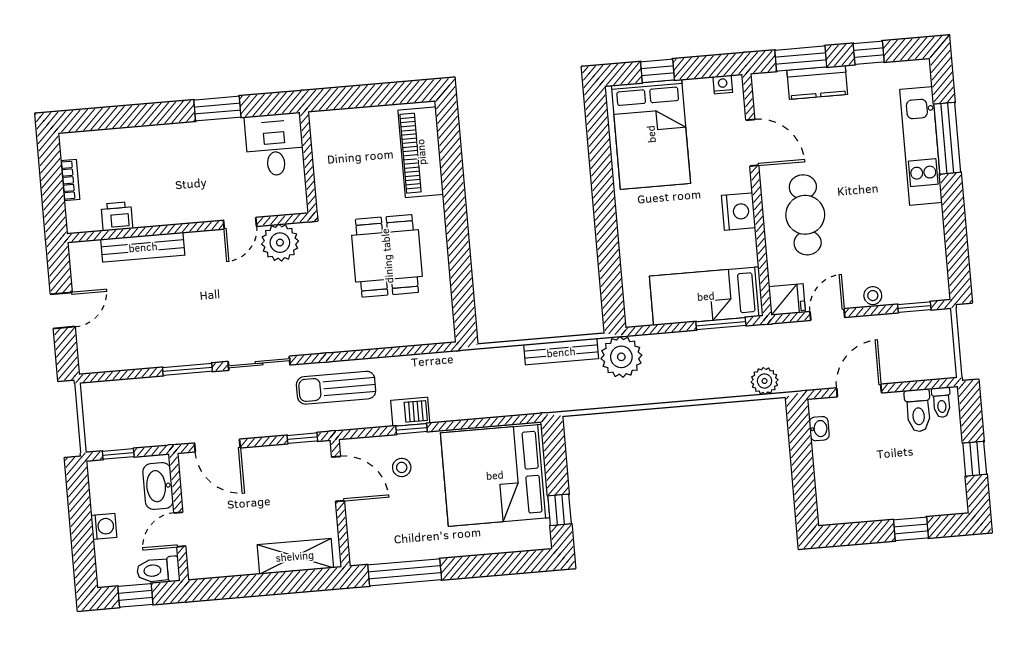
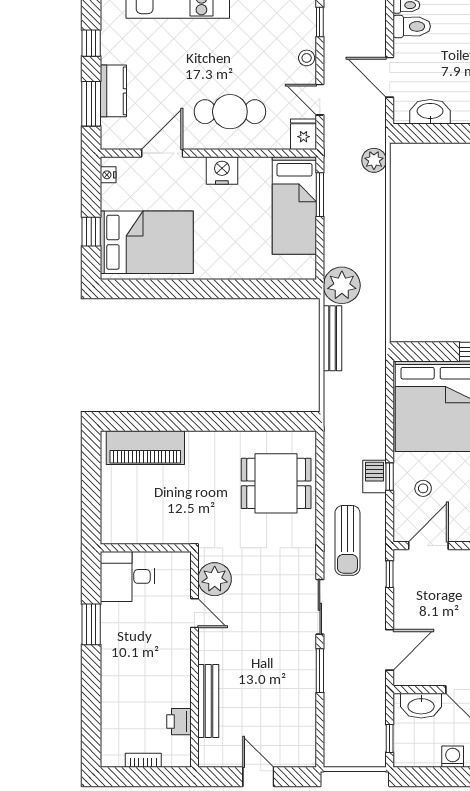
dining table: (387, 256) -> (276, 483), moved
washbasin: (819, 429) -> (430, 112), width x1.91, depth x1.45

